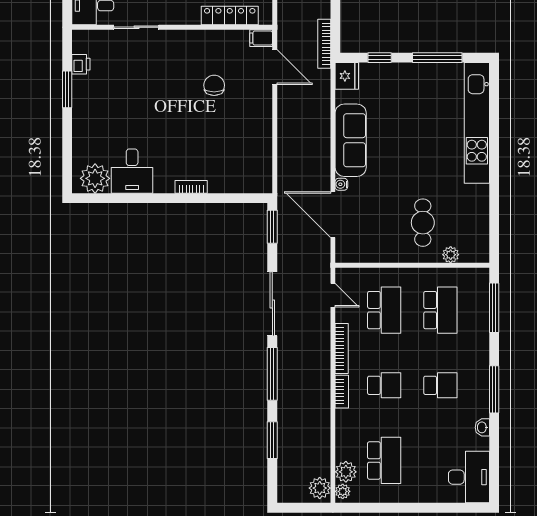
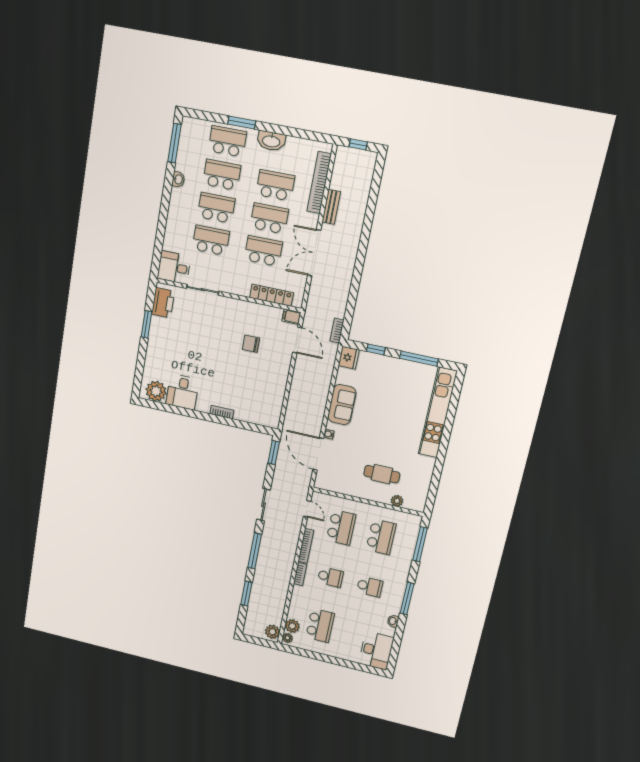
bookcase: (324, 44) -> (337, 331), width x0.64
printer: (81, 64) -> (163, 303), width x1.87, depth x1.48
chair: (214, 85) -> (251, 344), turned -90
sofa: (351, 140) -> (342, 405), width x0.73
cafe table: (423, 223) -> (382, 474), turned 90
sliding door: (272, 304) -> (264, 505), width x0.73

